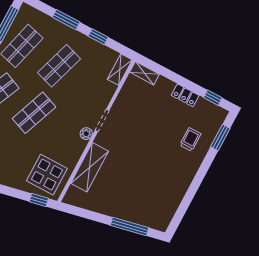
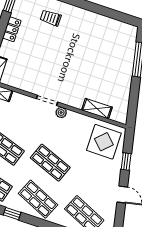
shelving: (90, 167) -> (97, 109), width x0.67, depth x0.75
window: (39, 200) -> (126, 161), moved

